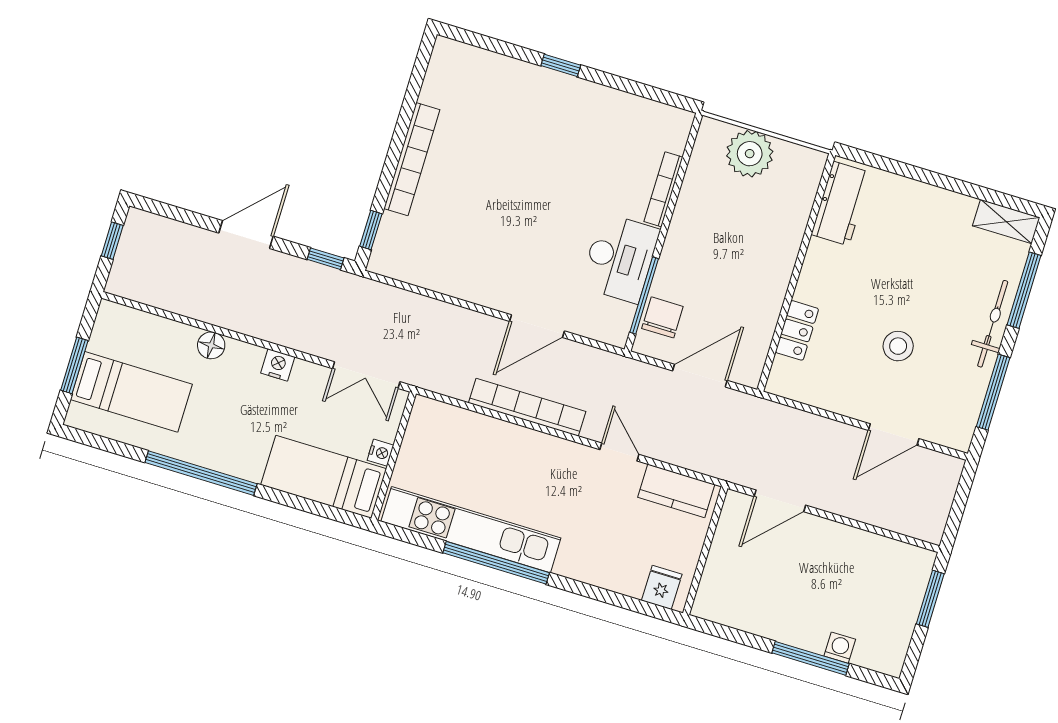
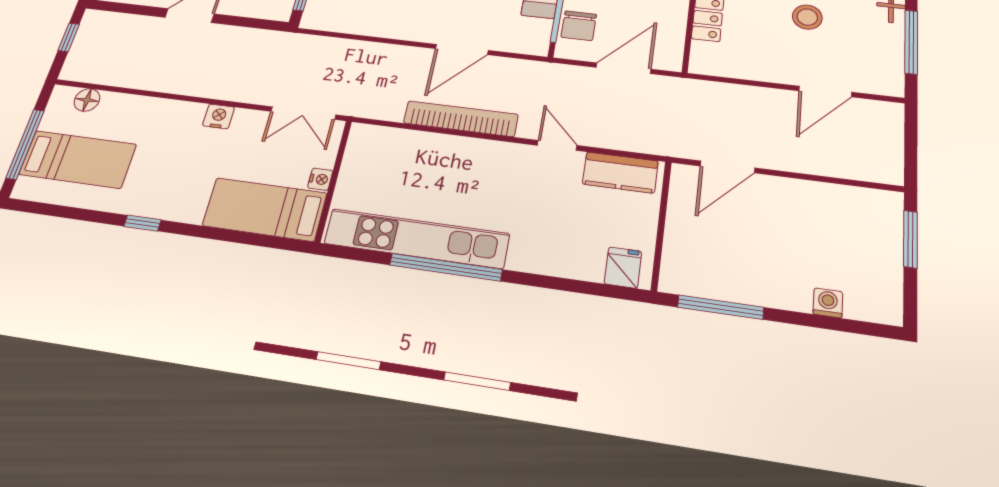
window: (325, 259) -> (262, 24), removed
chair: (662, 317) -> (579, 26), turned 180
floor lamp: (211, 345) -> (87, 100), moved
window: (74, 365) -> (25, 144), width x1.44
window: (201, 473) -> (142, 223), width x0.32
window: (811, 658) -> (721, 307), moved

